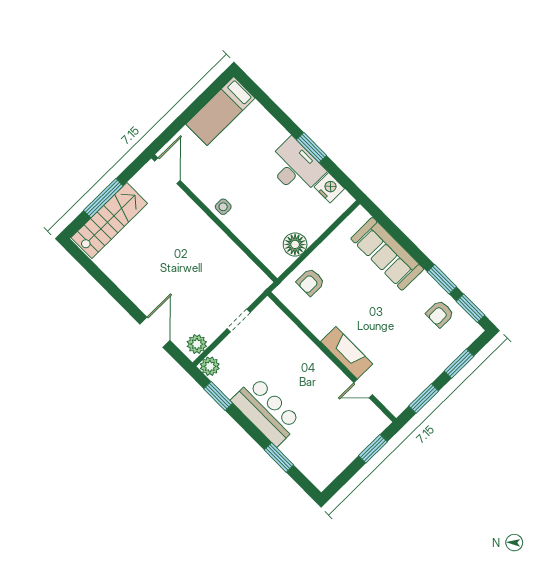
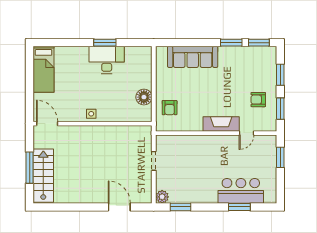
nightstand: (329, 188) -> (133, 53), removed
armchair: (440, 314) -> (258, 100), moved, turned 90
plant: (197, 344) -> (145, 192), removed
bar counter: (266, 411) -> (241, 191), moved

